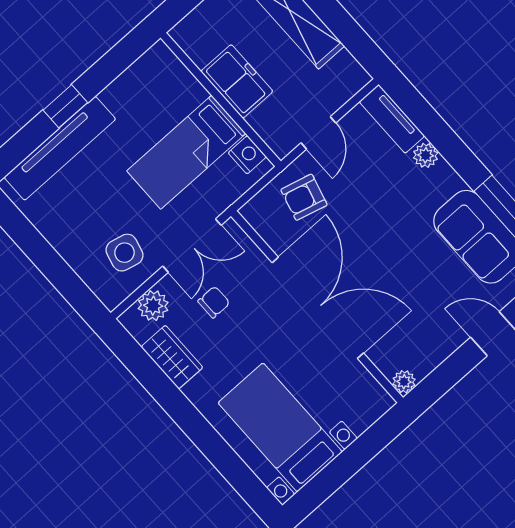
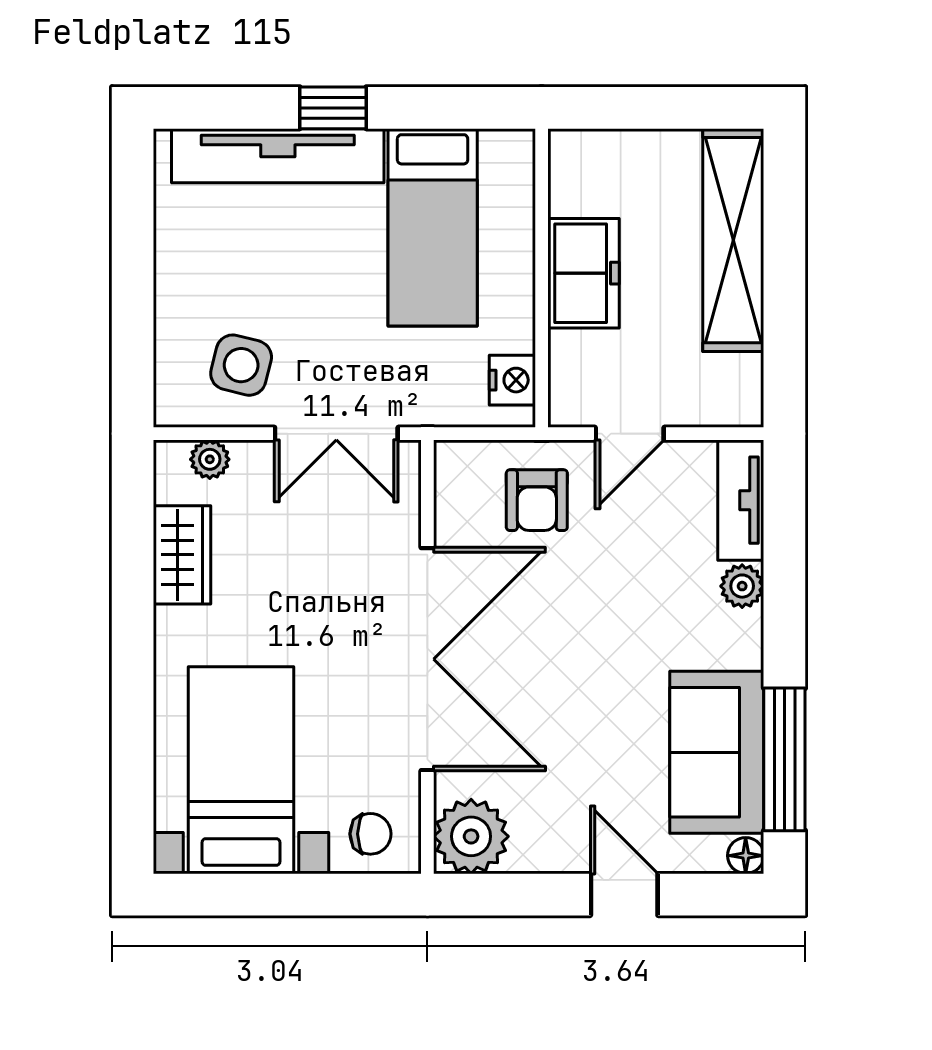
bed: (186, 152) -> (433, 227), moved, turned -90
armchair: (304, 197) -> (537, 500), turned -105
chair: (214, 302) -> (370, 834), moved
plant: (153, 306) -> (210, 459), width x0.73, depth x0.73
plant: (404, 382) -> (471, 836), width x1.88, depth x1.88

